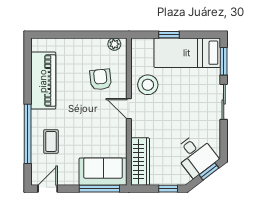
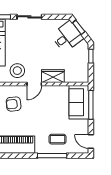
window: (28, 134) -> (52, 156), width x0.68
wardrobe: (140, 162) -> (53, 76), moved, width x0.67

